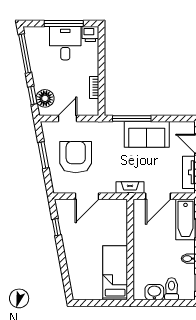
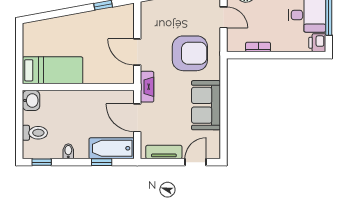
window: (132, 119) -> (223, 89), removed
armchair: (76, 157) -> (190, 53), moved
door: (87, 196) -> (137, 52), moved
washbasin: (154, 292) -> (31, 100), moved

